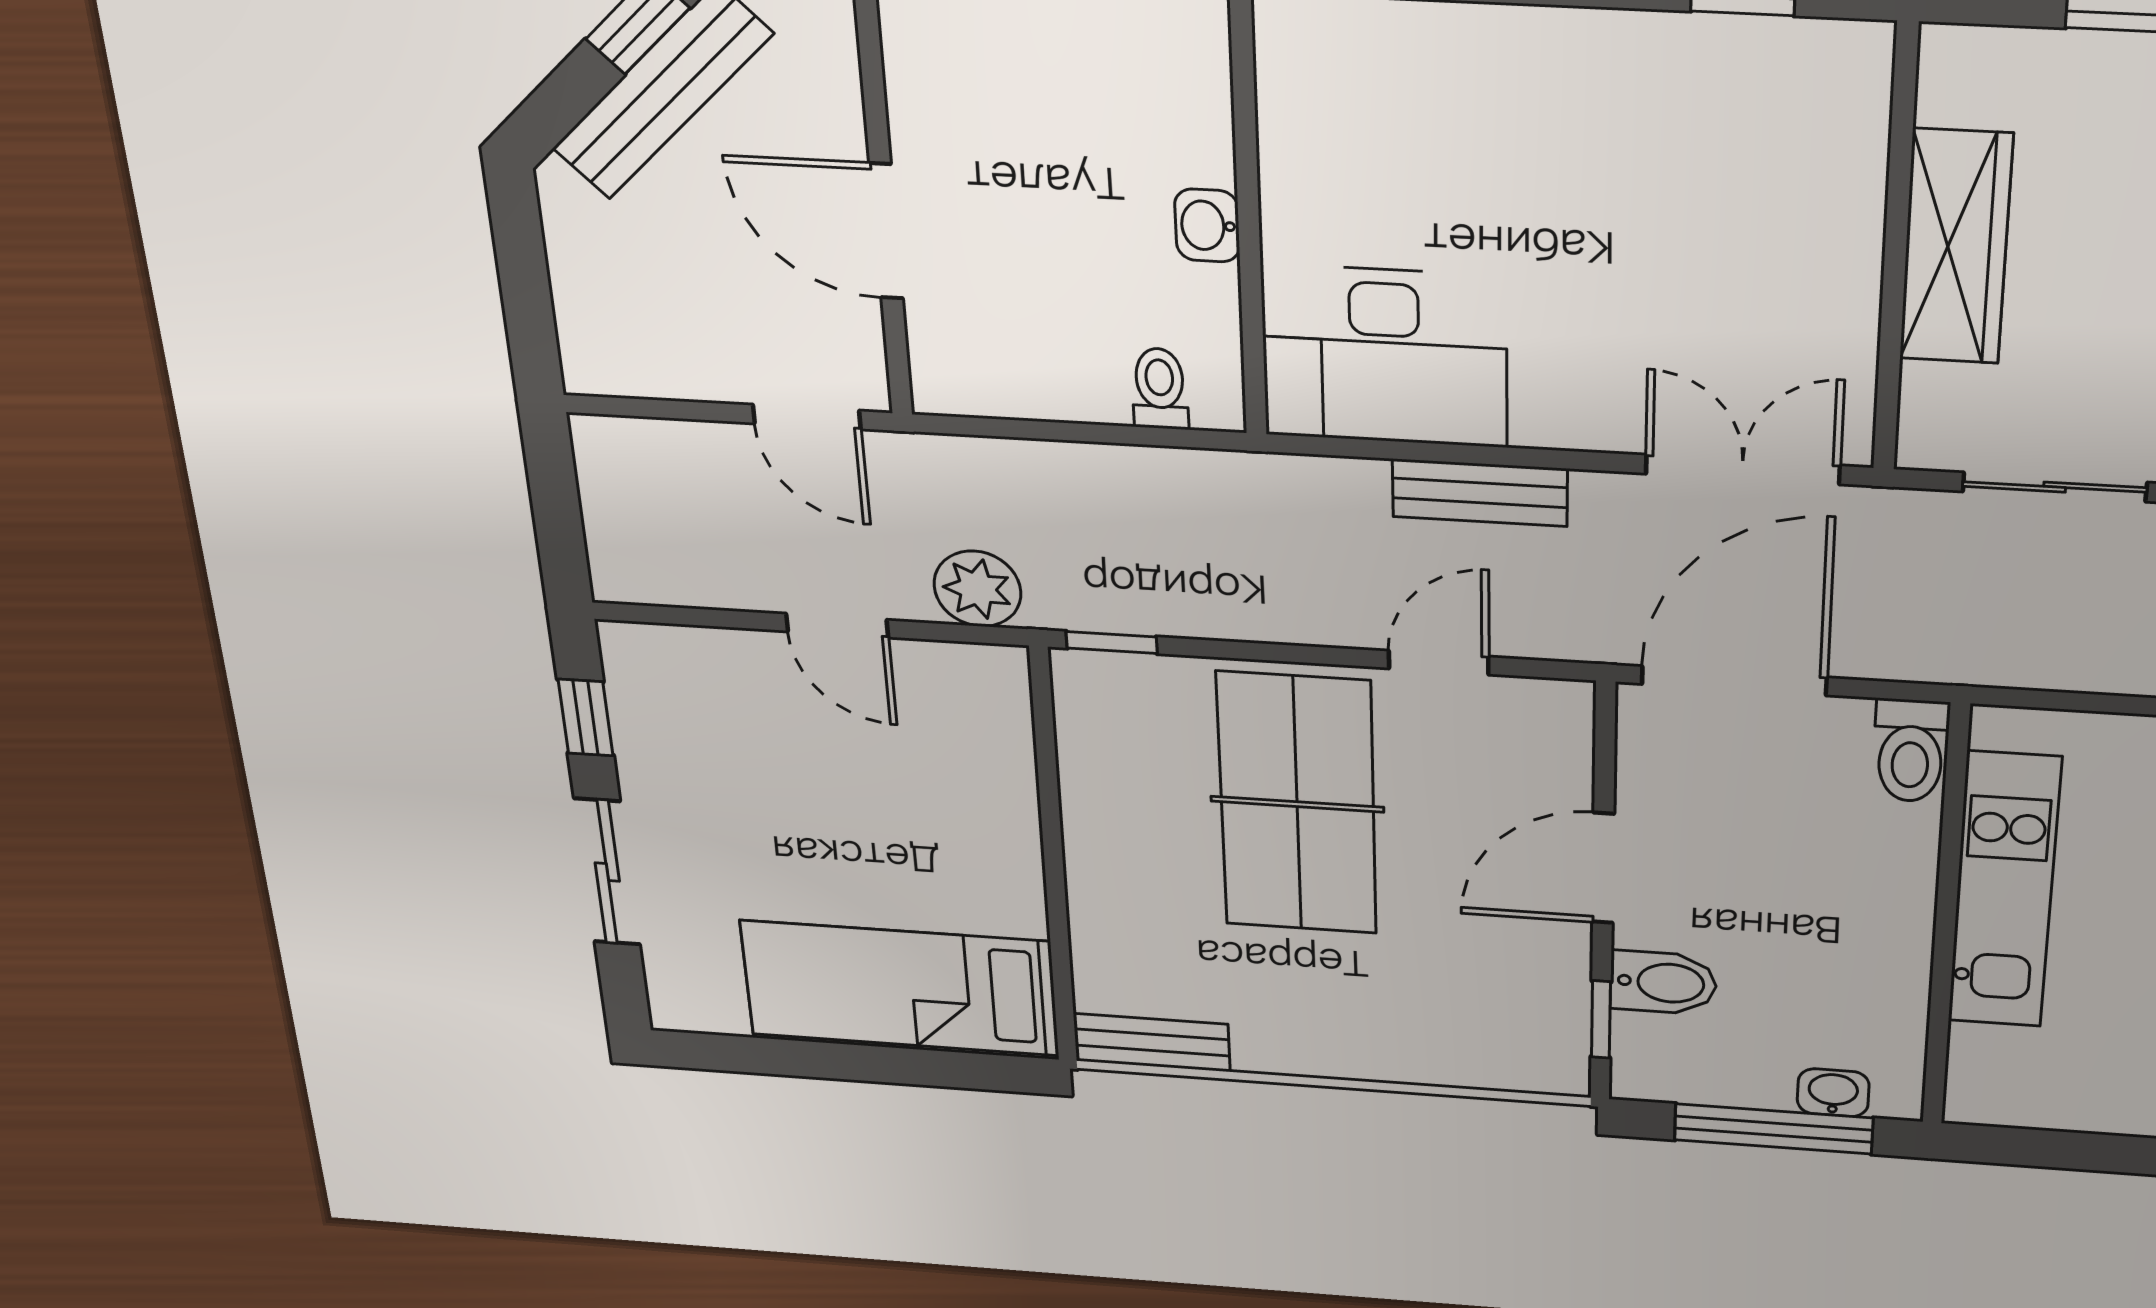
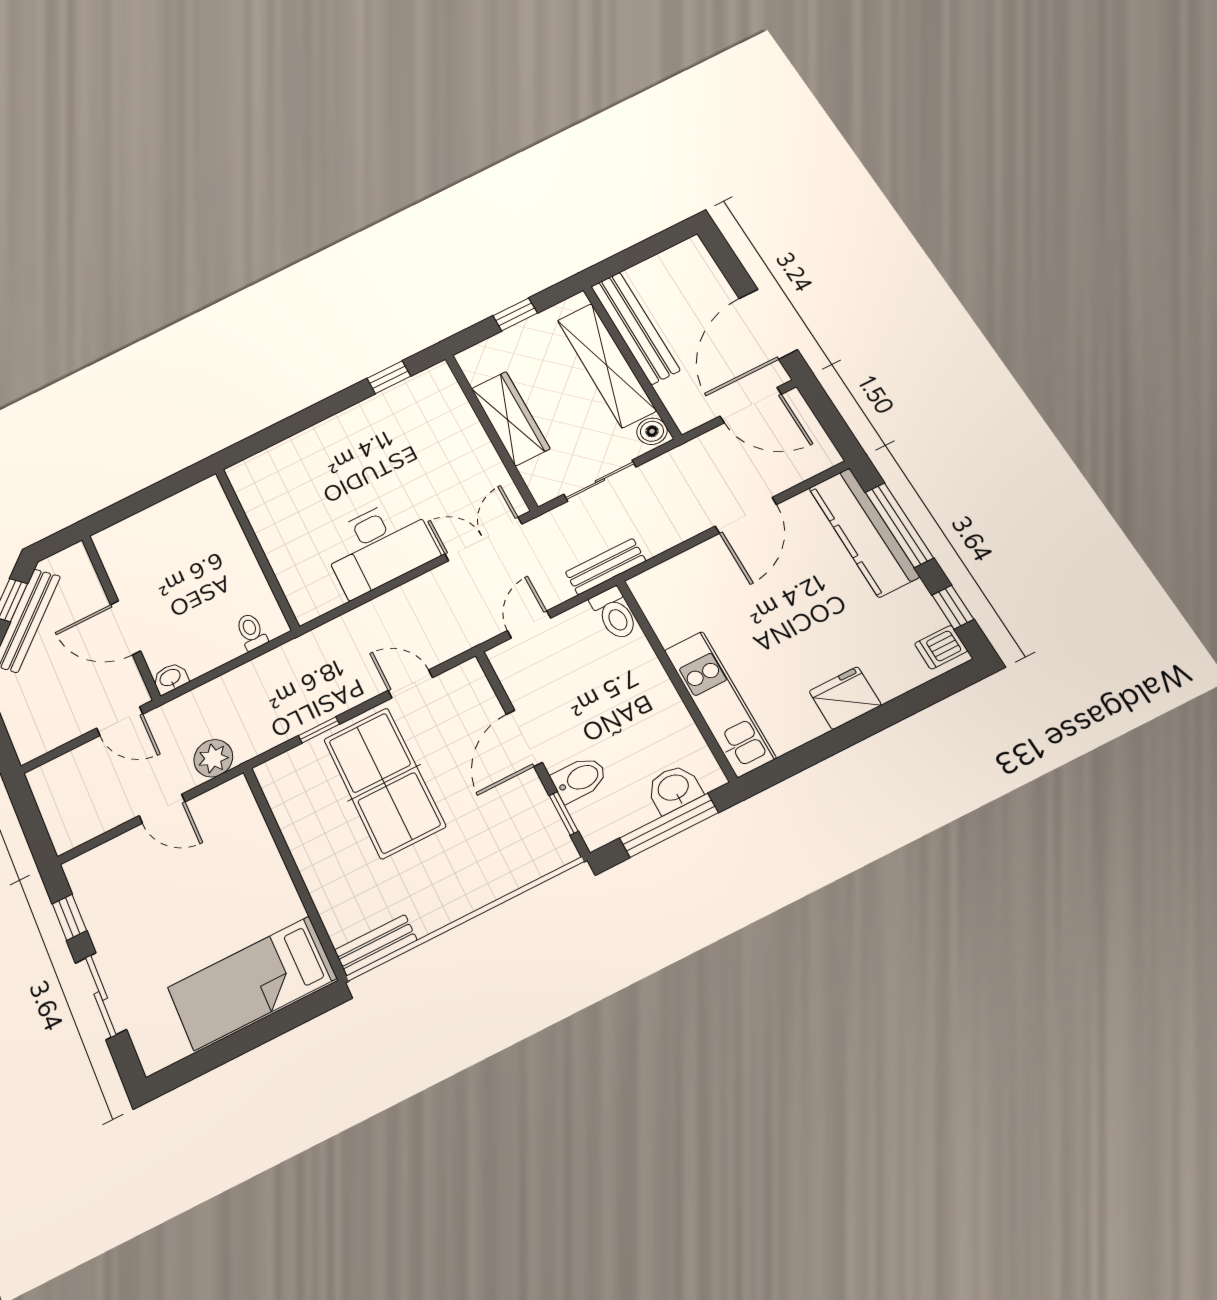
washbasin: (1207, 225) -> (170, 678), moved, turned 90
desk: (1385, 356) -> (379, 547), moved
bench: (1480, 493) -> (606, 567), moved
window: (1112, 642) -> (319, 730), moved
door: (1439, 663) -> (410, 684), hinge flipped
door: (1734, 681) -> (529, 624), width x0.53
kitchen unit: (2004, 891) -> (720, 704), moved
washbasin: (1833, 1093) -> (674, 789), width x1.38, depth x1.45

